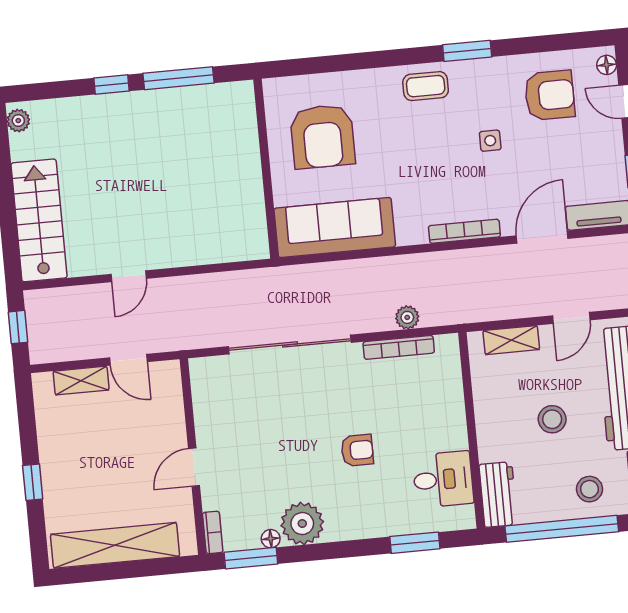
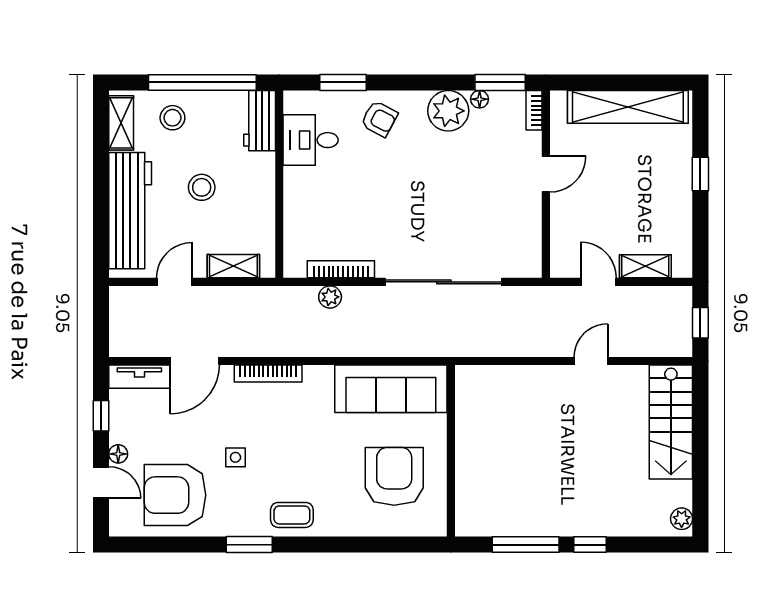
floor lamp: (607, 65) -> (118, 454), moved
armchair: (550, 95) -> (175, 495), width x1.36, depth x1.36
armchair: (357, 450) -> (379, 119), moved, turned -152

